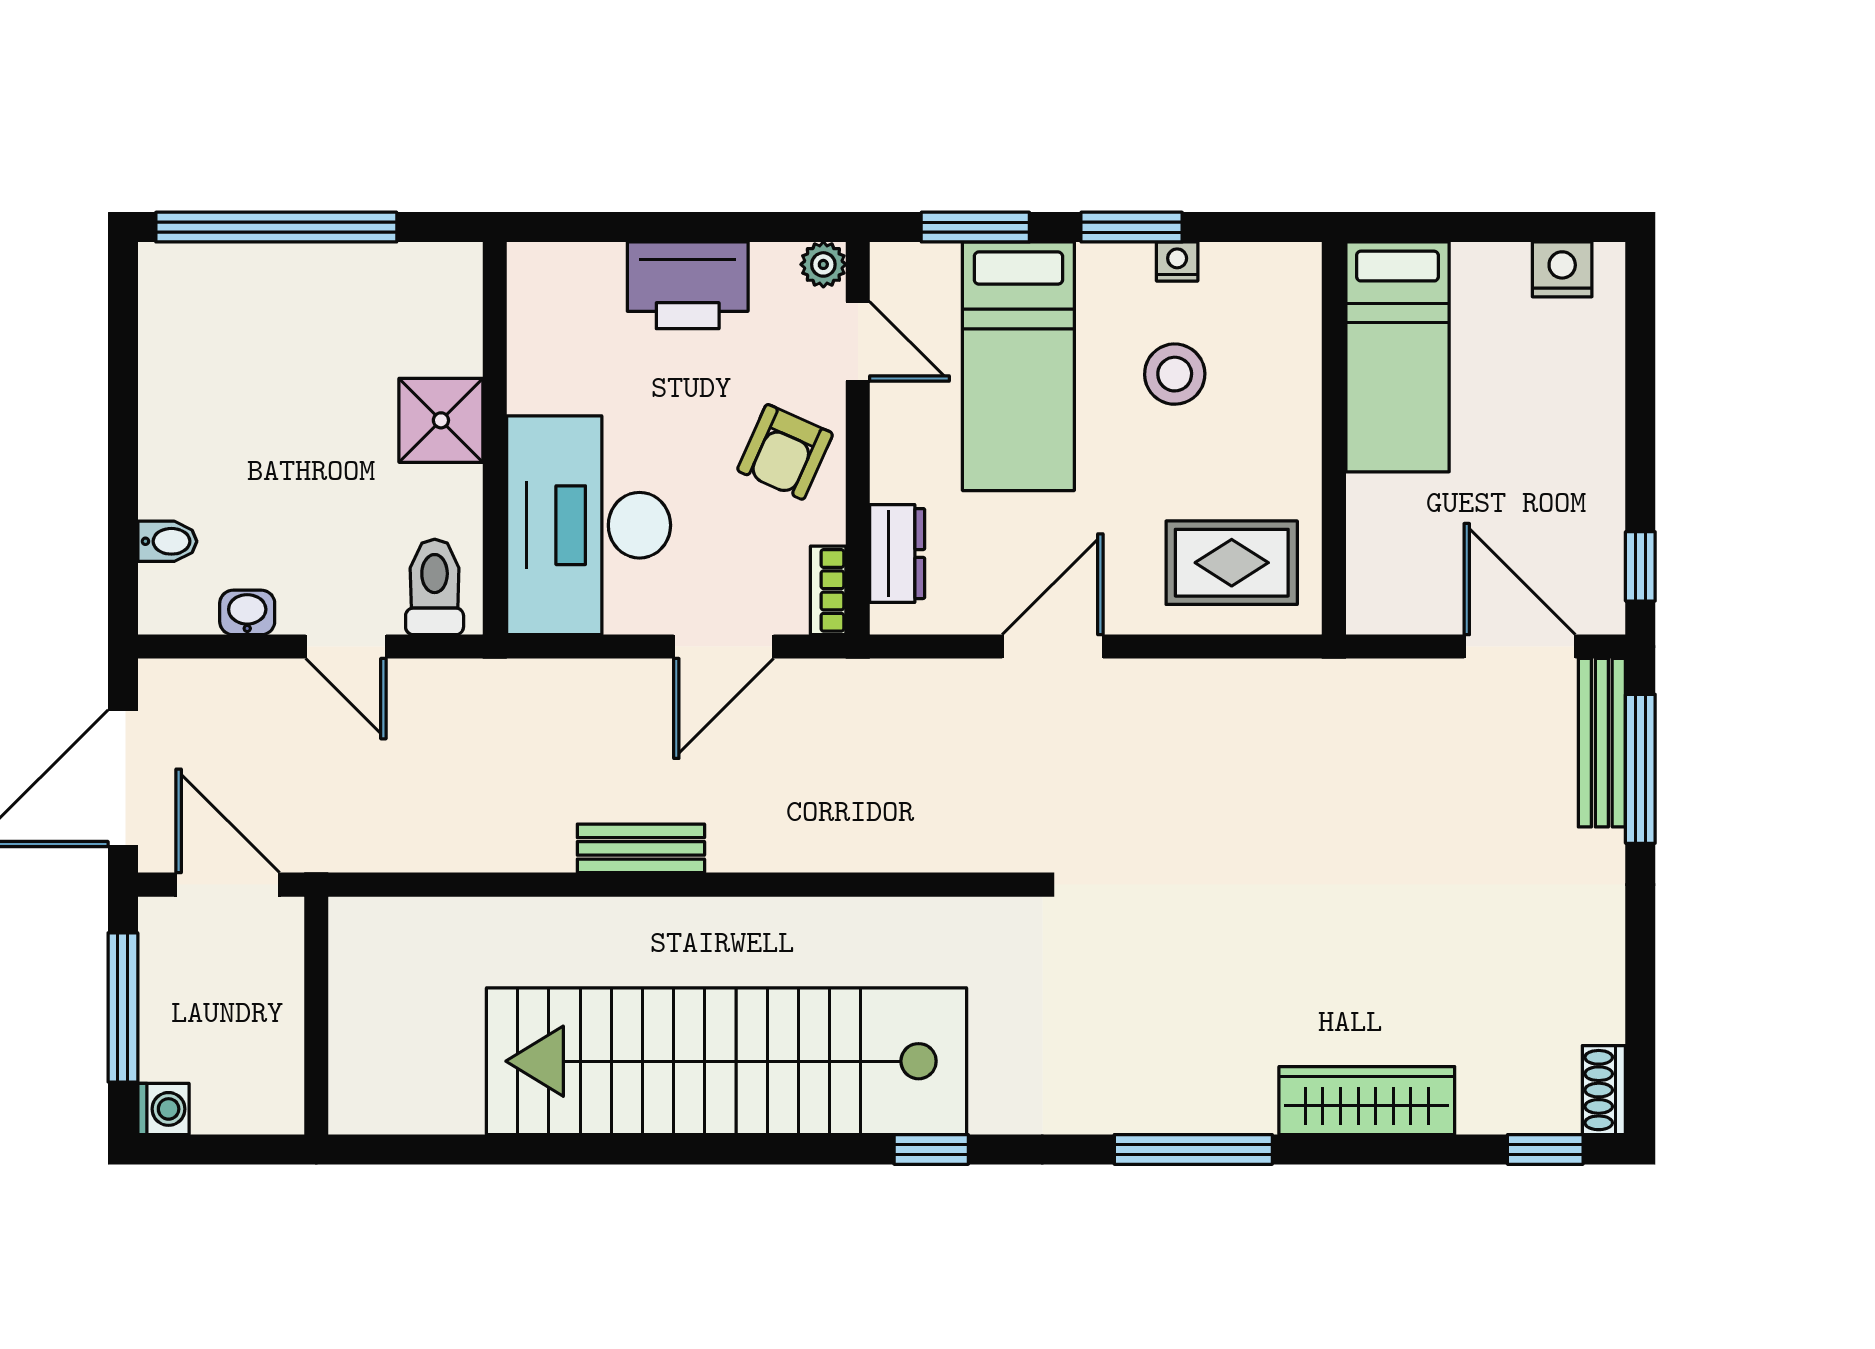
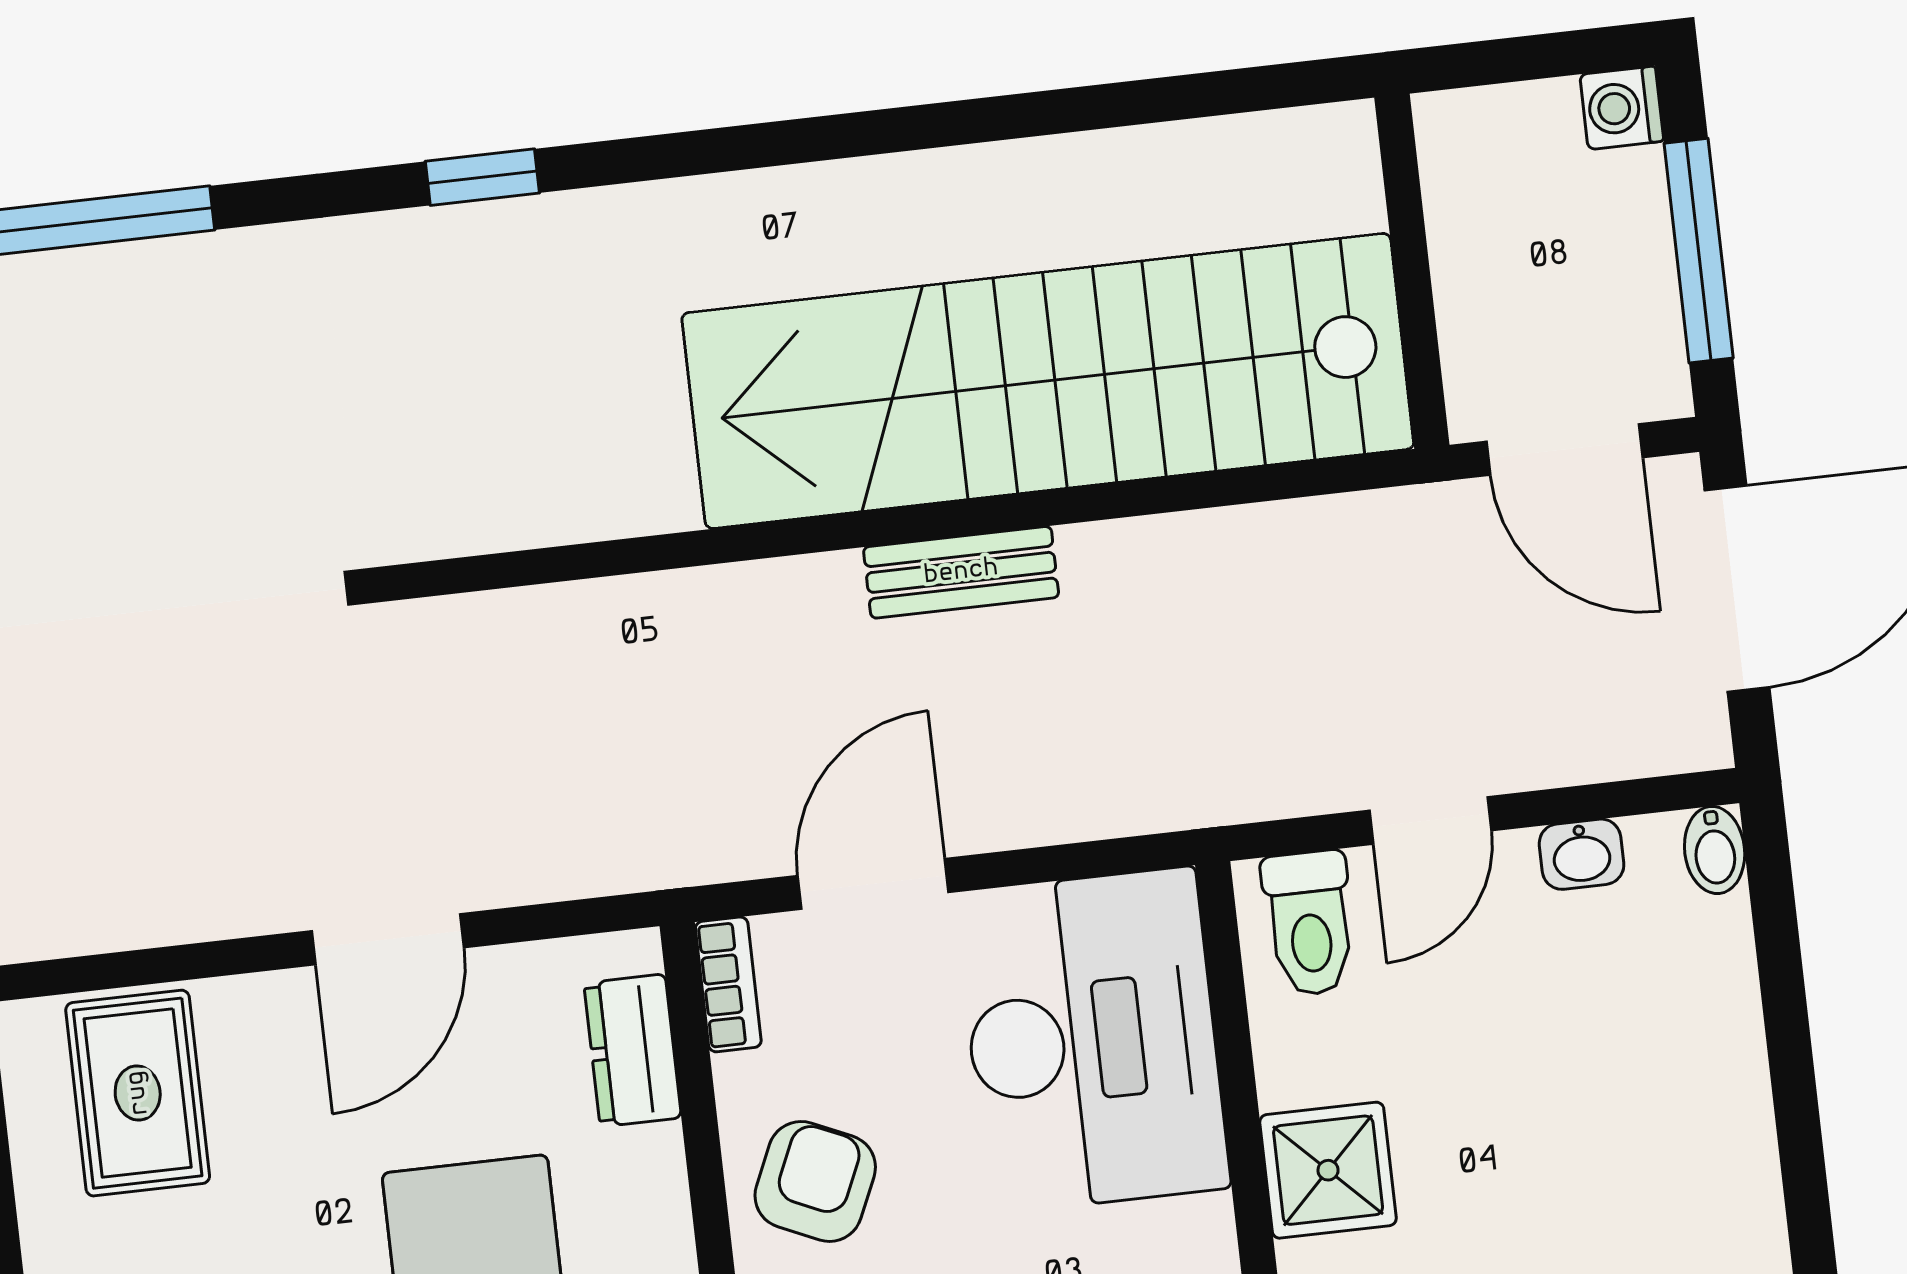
bidet: (167, 541) -> (1715, 850), moved, turned -90
rug: (1232, 563) -> (138, 1093), turned 90
door: (346, 647) -> (1430, 820), swing flipped
stairs: (726, 1061) -> (1048, 381), moved, turned 180

